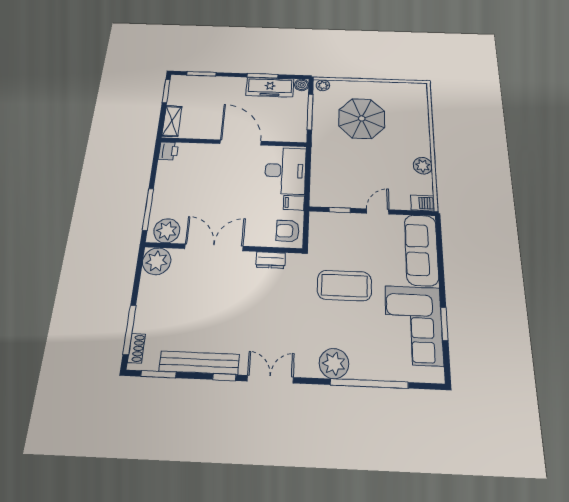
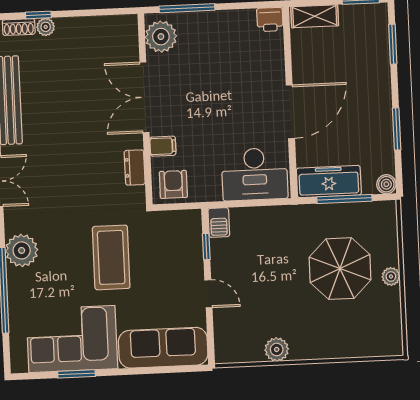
plant: (323, 85) -> (391, 276), moved
freezer: (270, 87) -> (329, 182), moved, turned 90
filing cabinet: (294, 203) -> (163, 146), moved, turned 90
barbecue: (423, 203) -> (219, 222), moved
double door: (214, 247) -> (145, 97), swing flipped
plant: (157, 261) -> (46, 27), moved, width x0.53, depth x0.53
window: (129, 330) -> (38, 15), width x0.46

